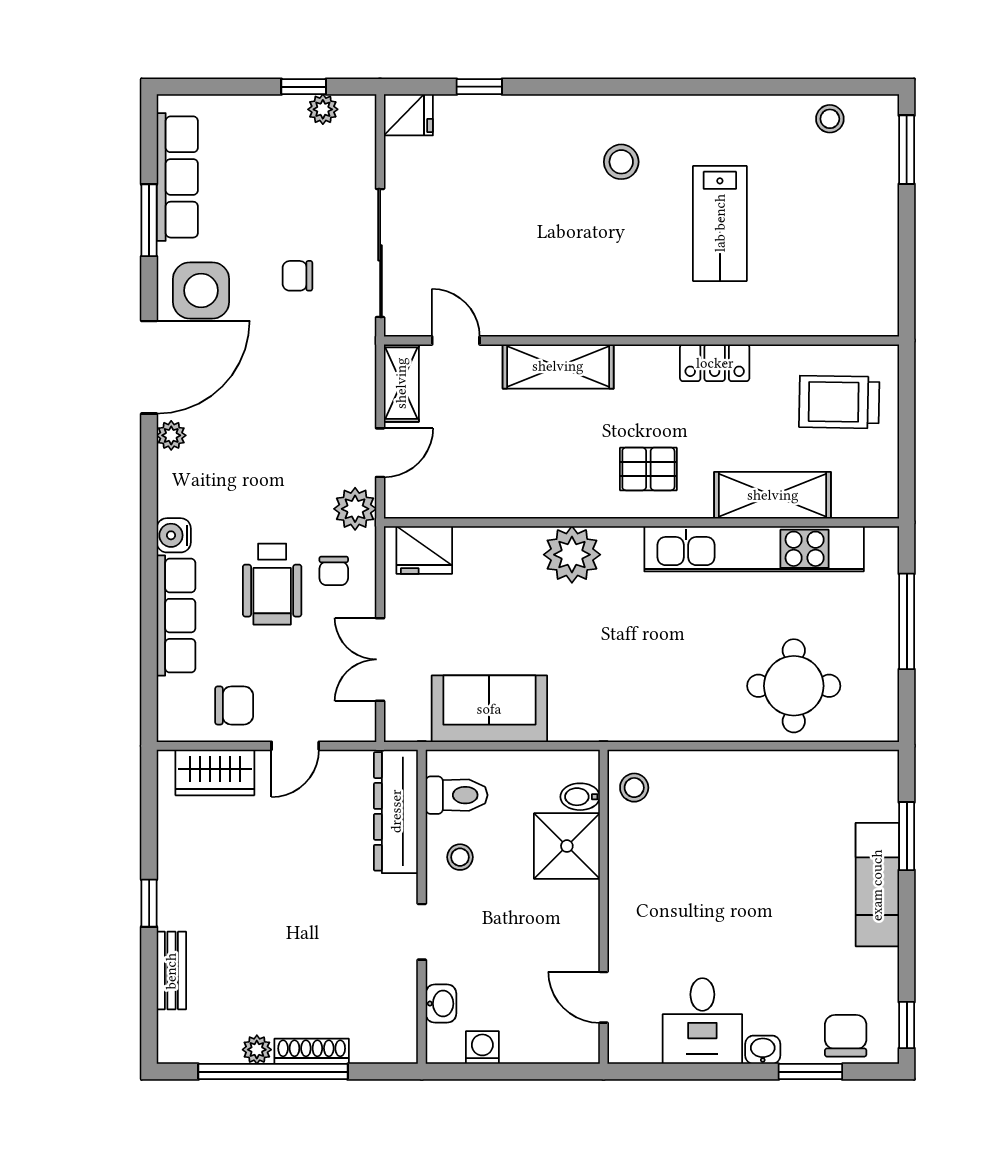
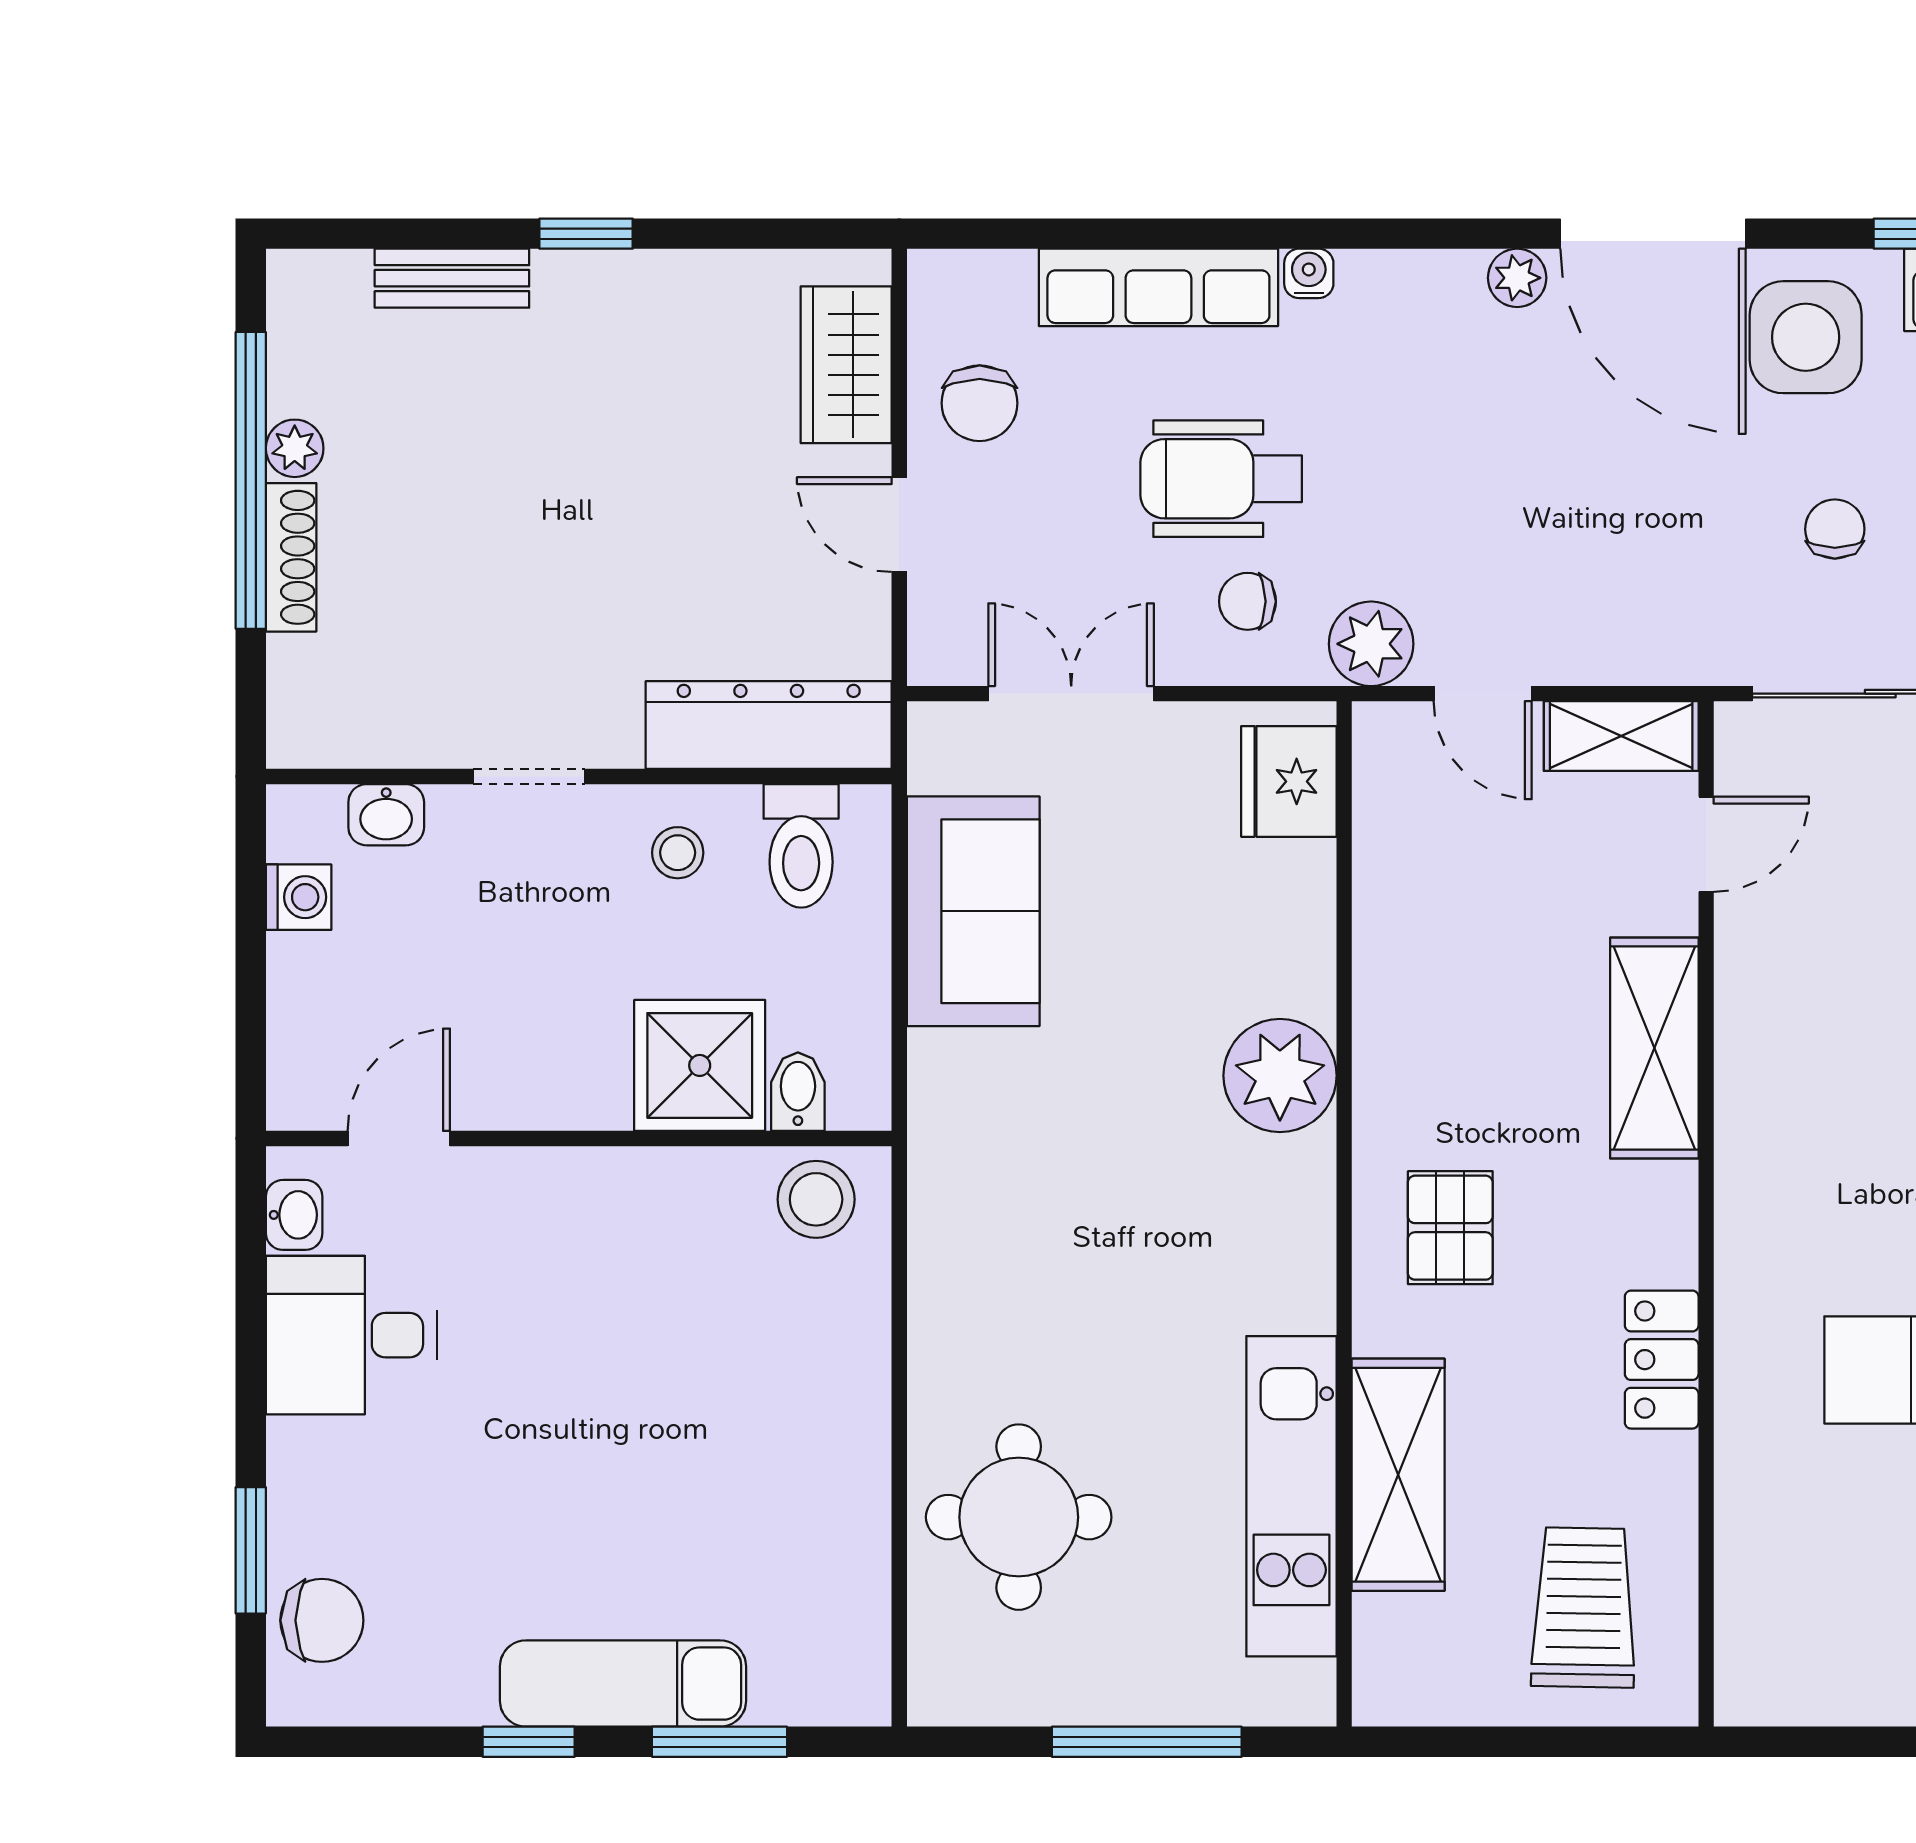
water cooler: (174, 535) -> (1309, 273), width x0.72, depth x0.72
kitchen unit: (754, 549) -> (1291, 1496), width x0.73
stool: (634, 788) -> (816, 1199), width x1.37, depth x1.37
window: (907, 1025) -> (529, 1742), moved
washbasin: (763, 1050) -> (294, 1215), moved

